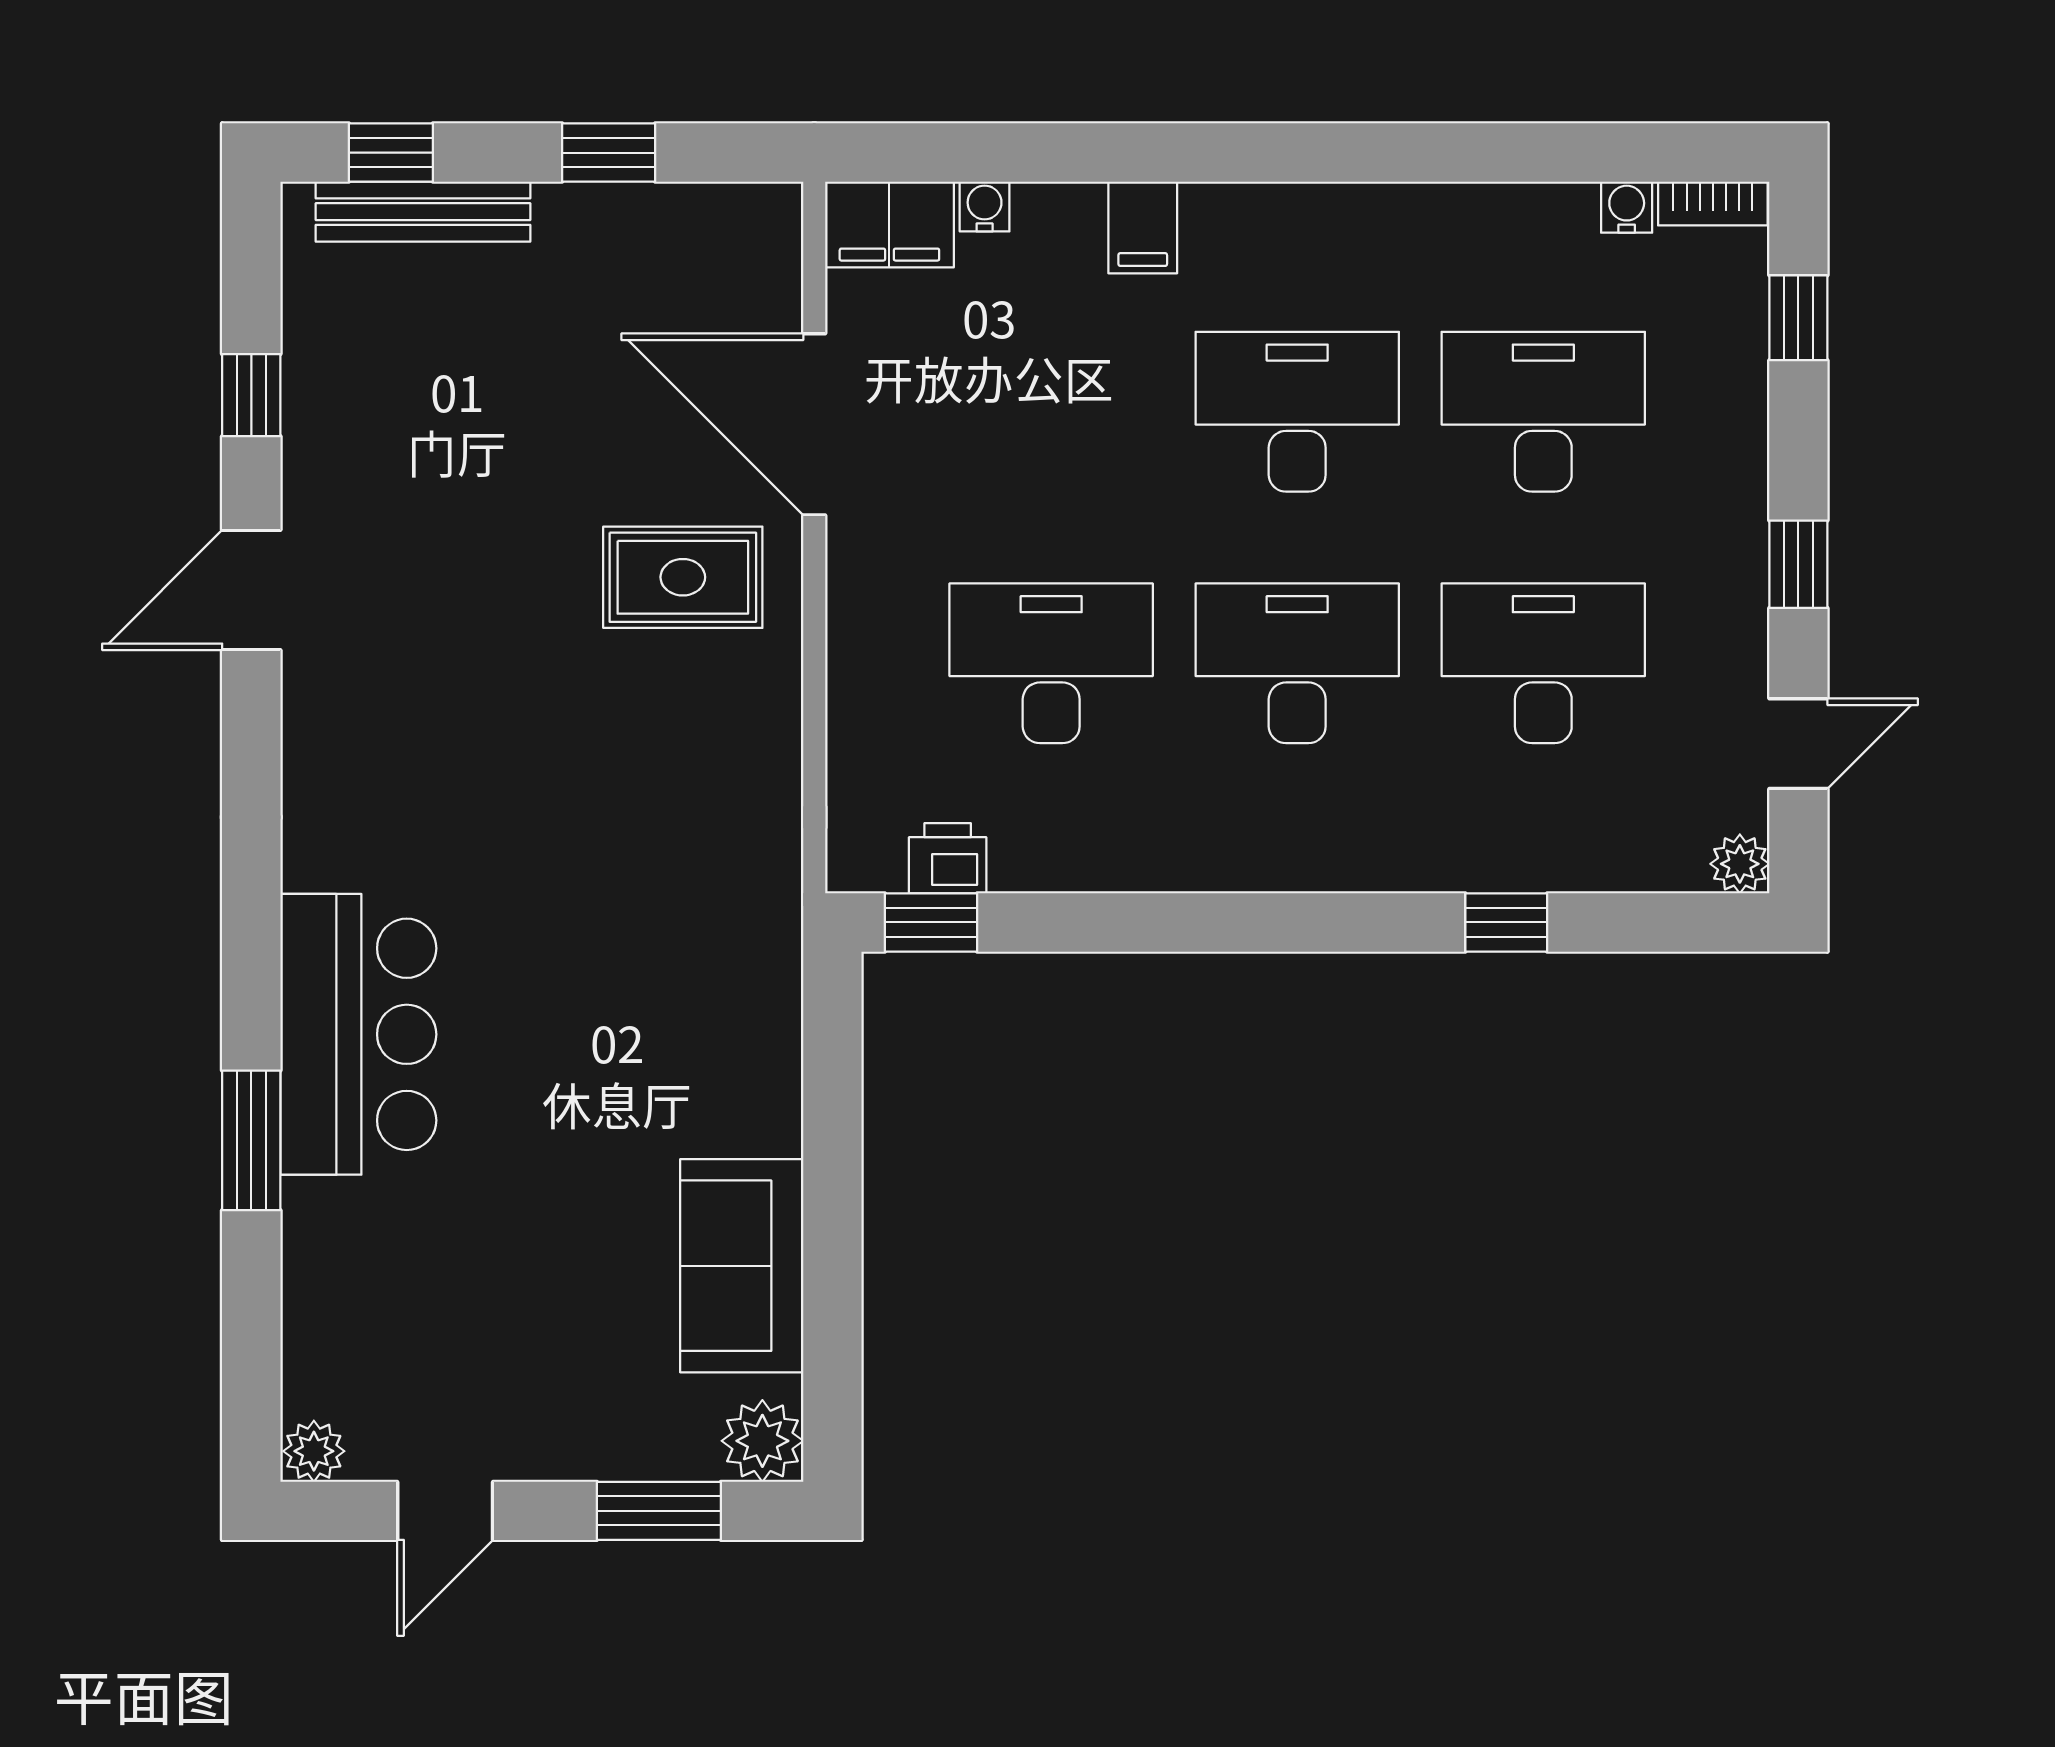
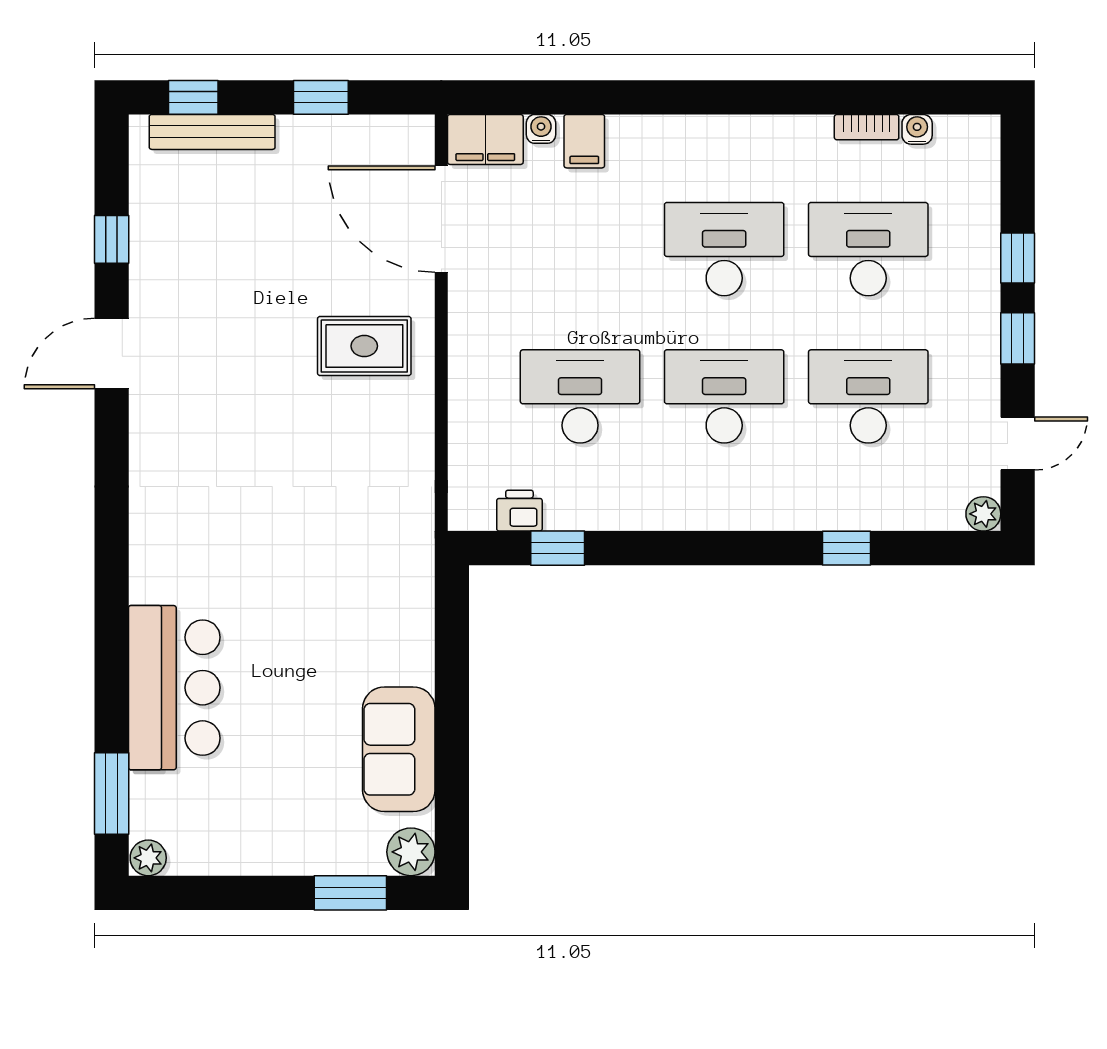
bookcase: (1713, 204) -> (867, 127), moved
filing cabinet: (1143, 227) -> (584, 141), moved
window: (1798, 318) -> (1018, 258), moved
door: (814, 424) -> (441, 219), moved
window: (931, 922) -> (558, 548), moved
bar counter: (358, 1034) -> (174, 688), moved
window: (251, 1140) -> (112, 793), moved
door: (445, 1511) -> (225, 893), removed

